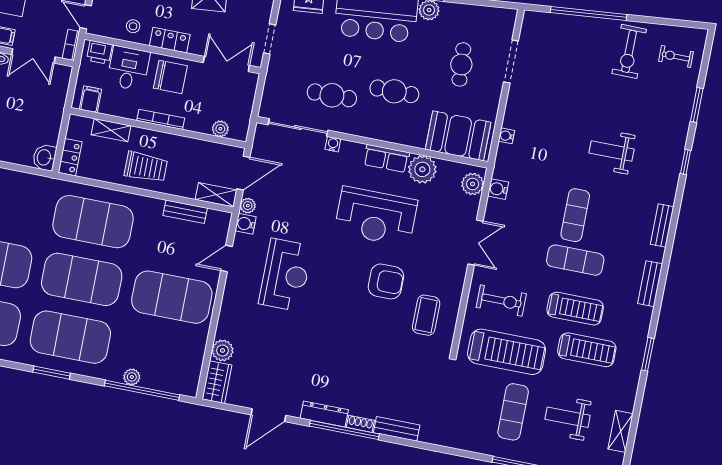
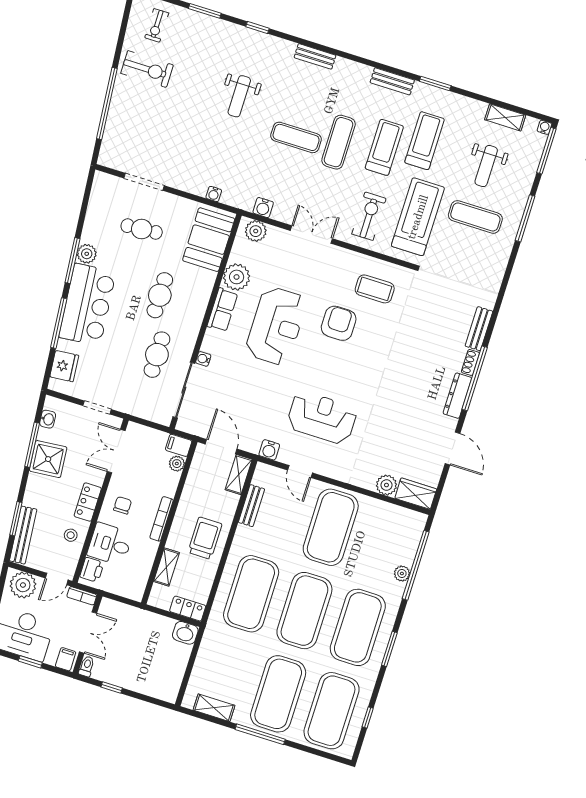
chair: (170, 77) -> (123, 505), width x0.54, depth x0.54
filing cabinet: (90, 99) -> (179, 445), moved
plant: (248, 206) -> (252, 446), removed
bench: (650, 284) -> (392, 81), moved

